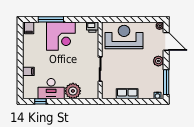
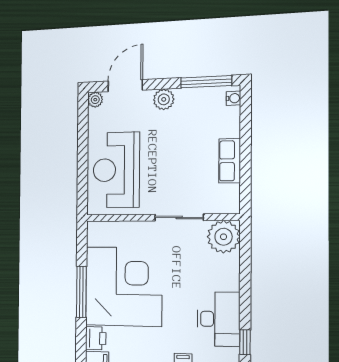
window: (51, 19) -> (81, 292), moved
printer: (92, 27) -> (96, 338), moved
corner desk: (61, 36) -> (124, 286), width x1.36, depth x1.36
plant: (73, 91) -> (224, 237), moved

